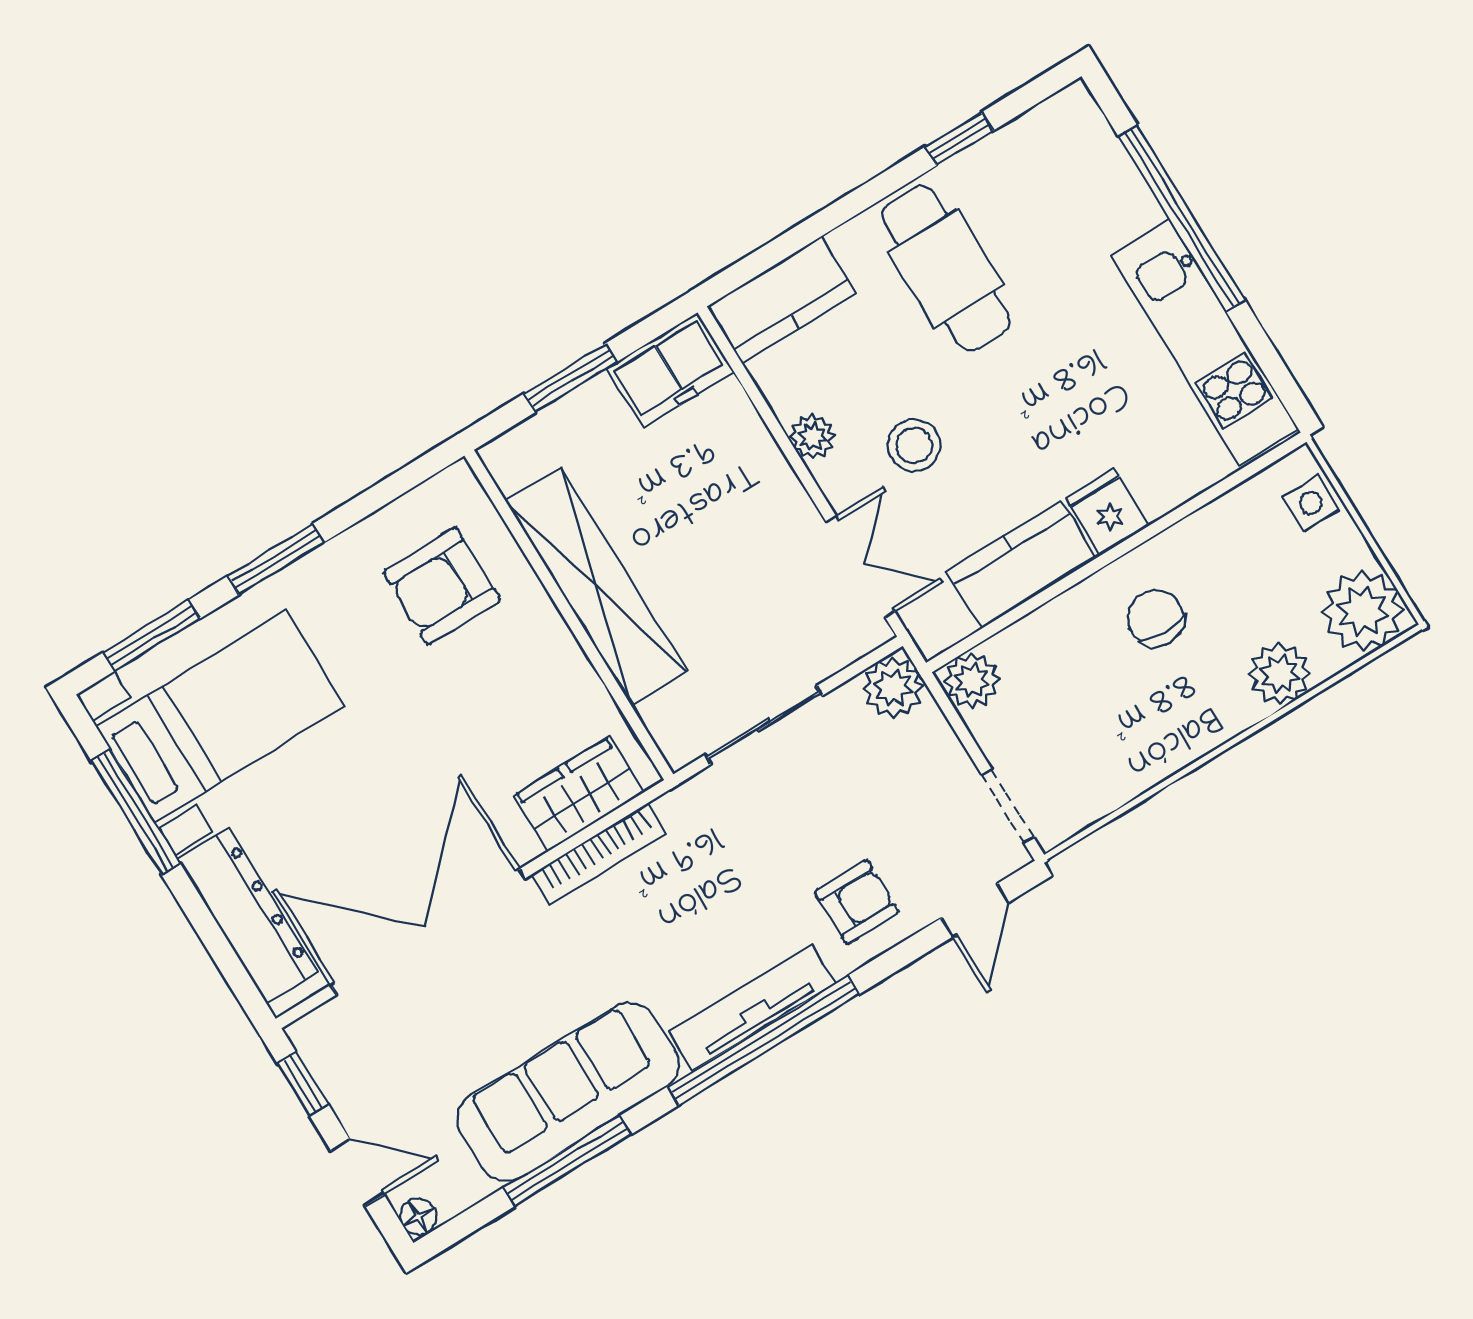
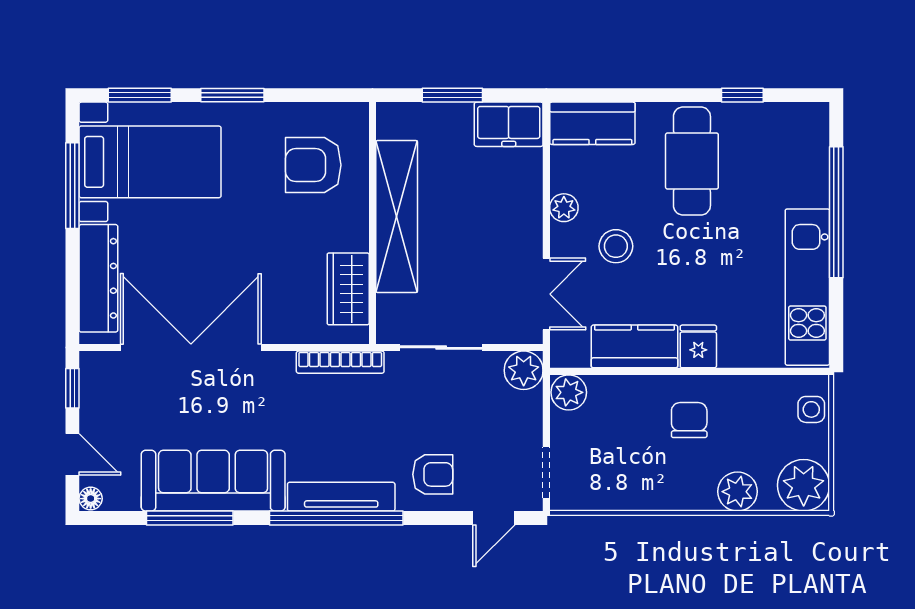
wardrobe: (579, 794) -> (348, 289), moved, turned -90
bookcase: (599, 854) -> (340, 362), moved

